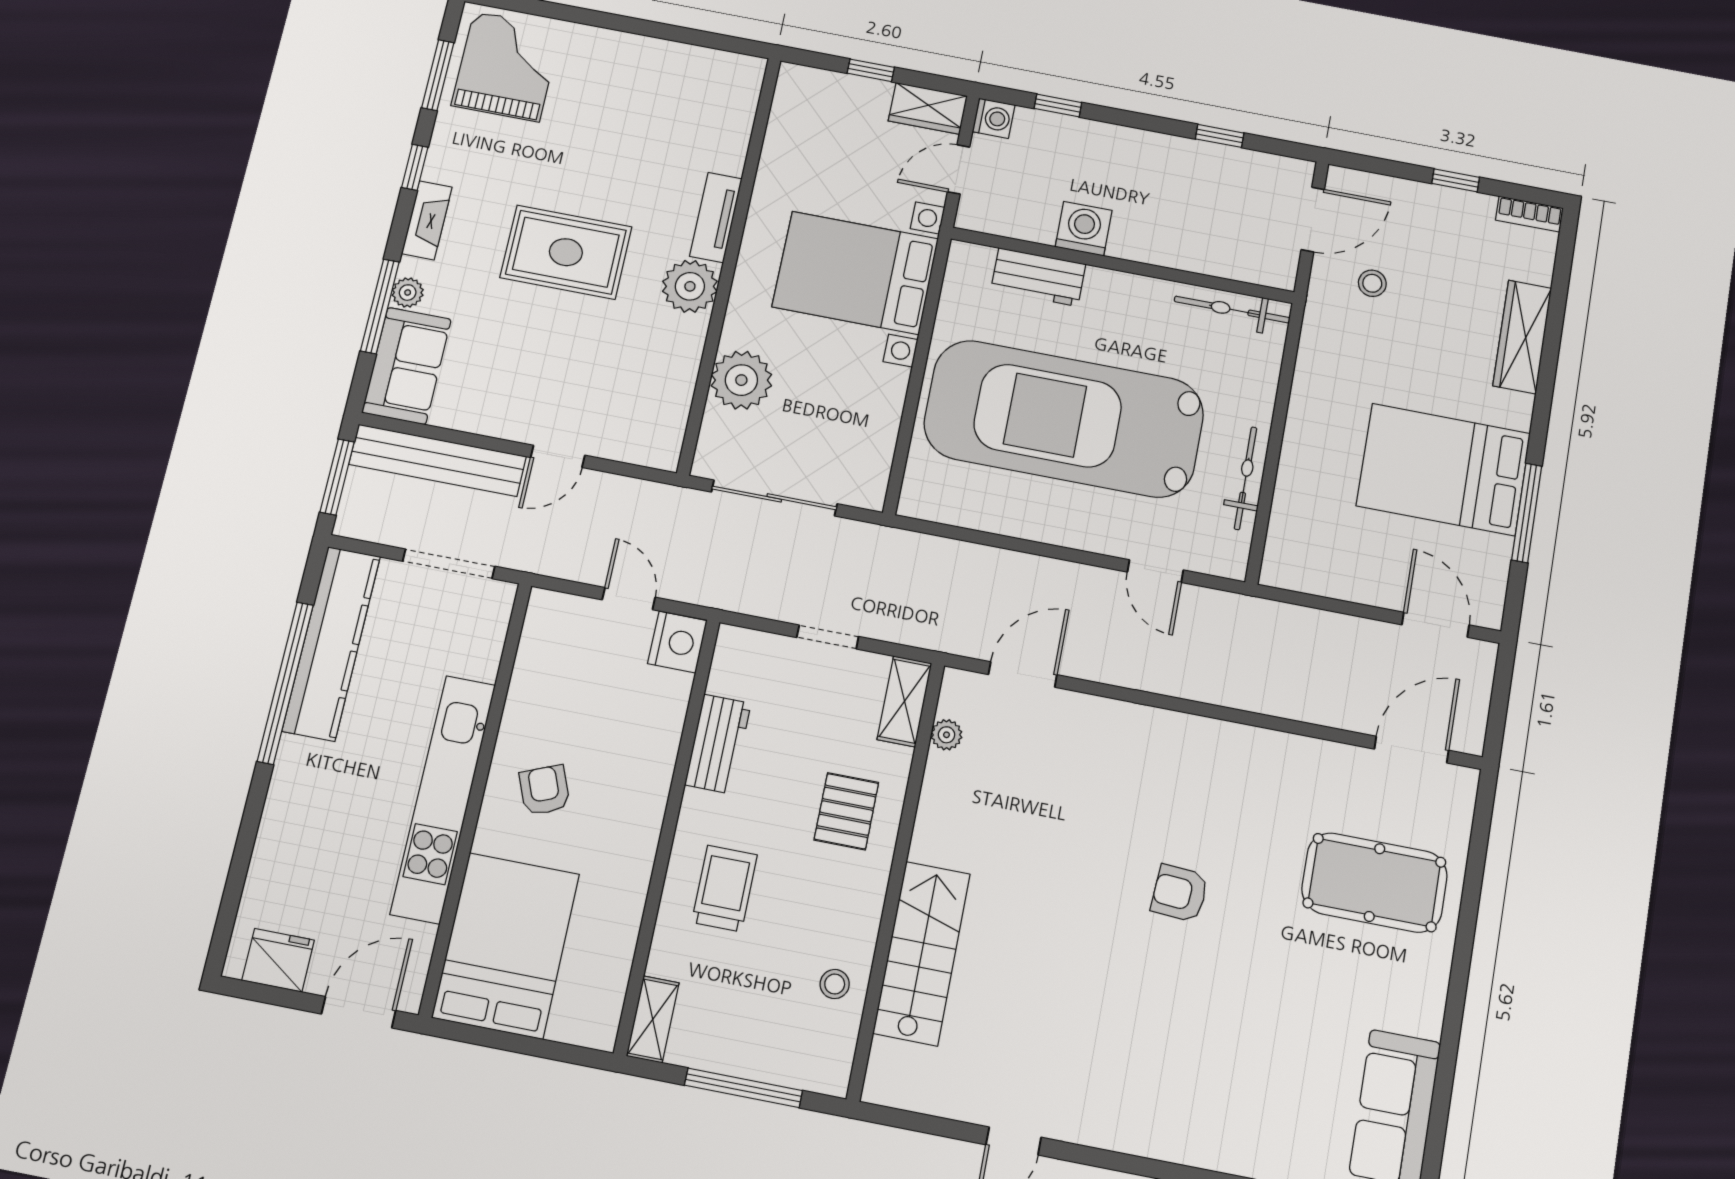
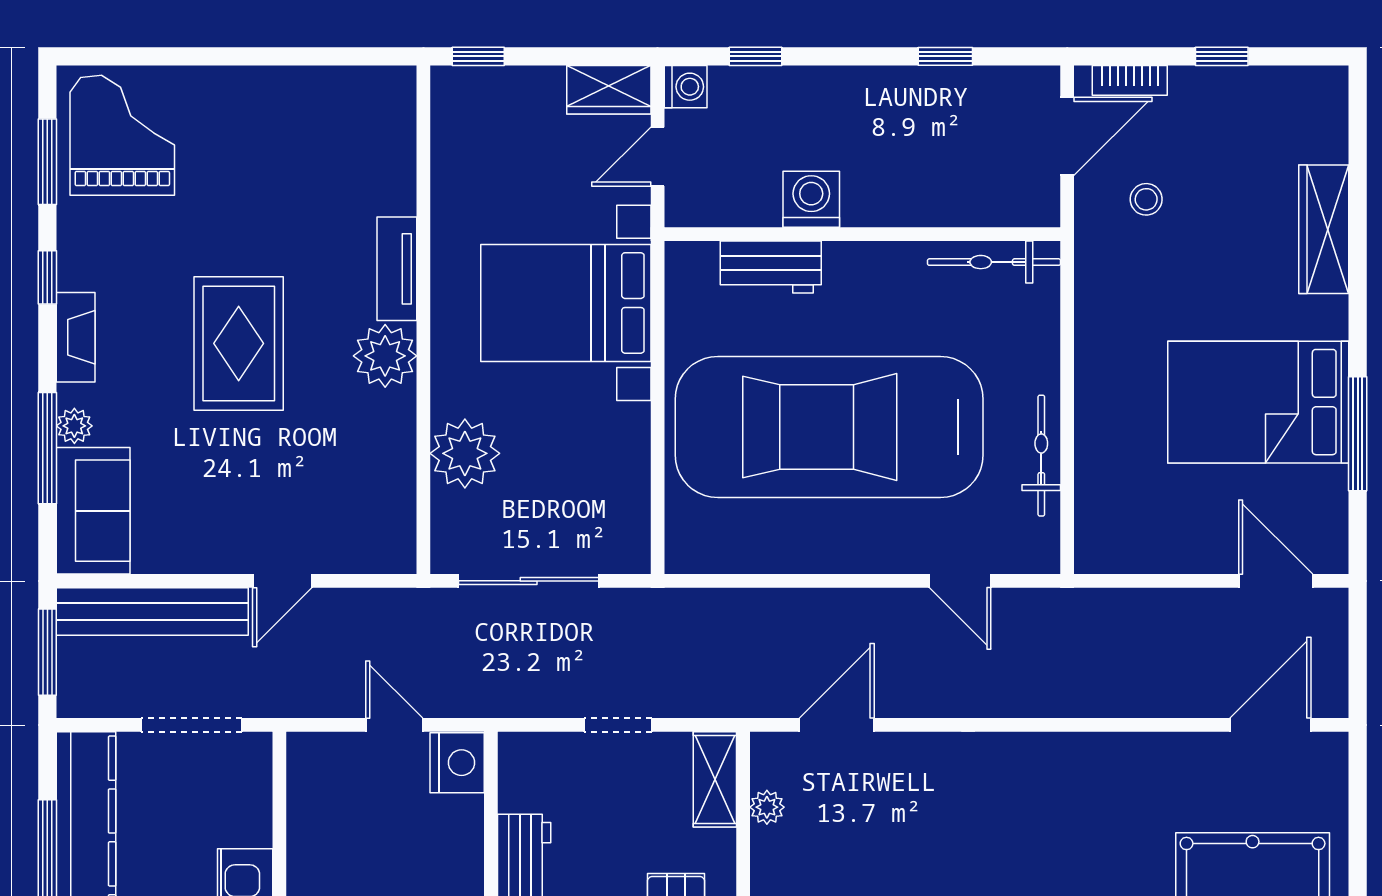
window: (871, 70) -> (478, 56), moved
bookcase: (1529, 214) -> (1130, 80), moved
rug: (566, 252) -> (239, 343), turned 90

